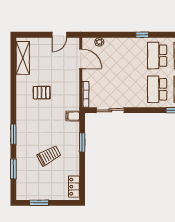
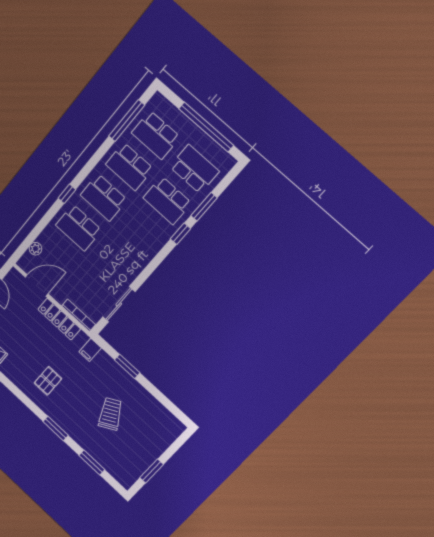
school desk: (157, 89) -> (79, 228), moved
pallet: (42, 93) -> (48, 381), moved
locker: (74, 187) -> (59, 319), moved, width x1.53

